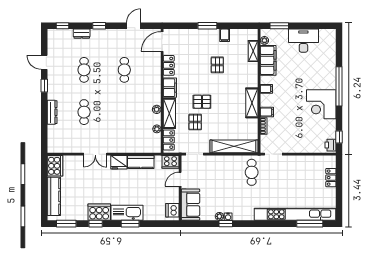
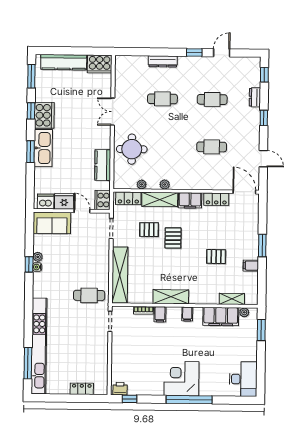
desk: (303, 41) -> (243, 379), moved
corner desk: (321, 104) -> (181, 379), moved
round table: (127, 138) -> (132, 149), added
fridge: (119, 162) -> (64, 201), moved, turned 90

